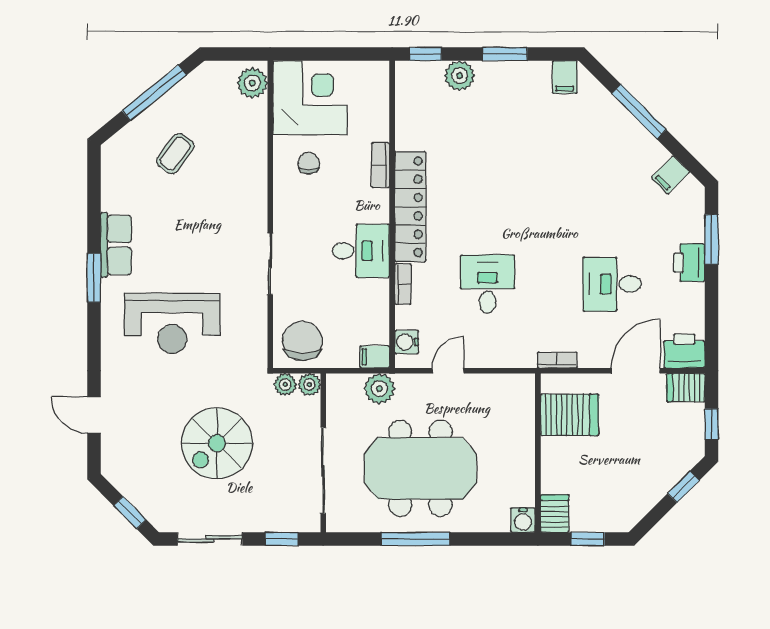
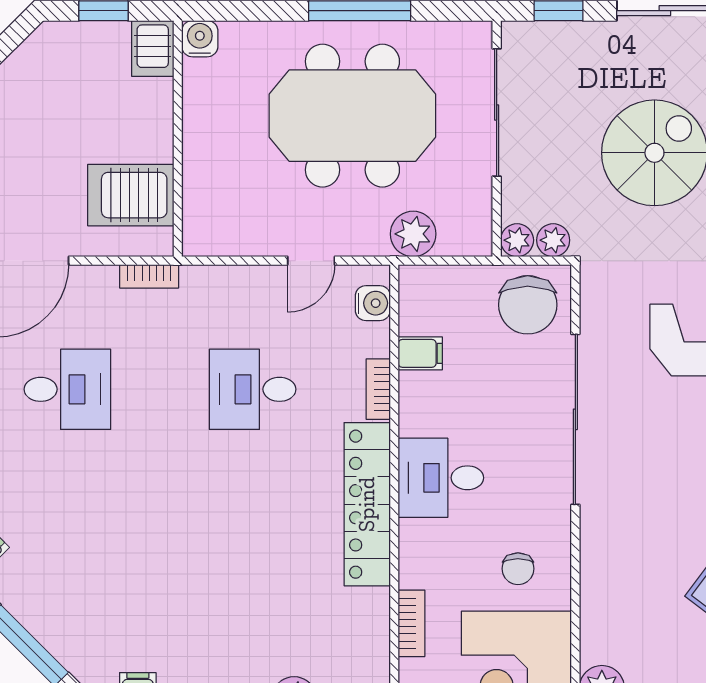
bookcase: (381, 165) -> (411, 623), moved
desk: (361, 251) -> (441, 478), moved
sliding door: (270, 264) -> (575, 419), width x1.86
desk: (487, 284) -> (253, 389), turned 90
filing cabinet: (375, 357) -> (420, 353), moved

